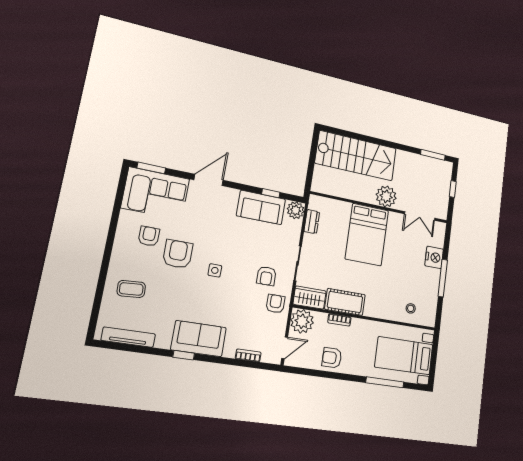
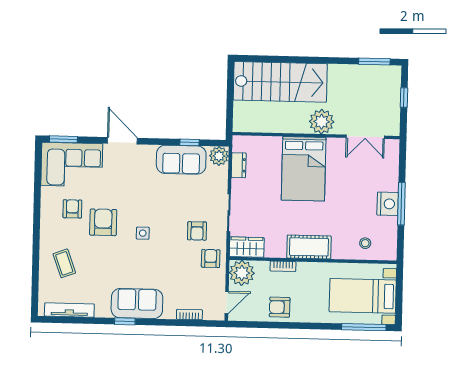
door: (209, 180) -> (122, 141), hinge flipped
nightstand: (434, 257) -> (388, 204), moved
coffee table: (131, 289) -> (64, 263), turned 74
cot: (345, 302) -> (309, 247), moved
window: (385, 382) -> (364, 327), moved

